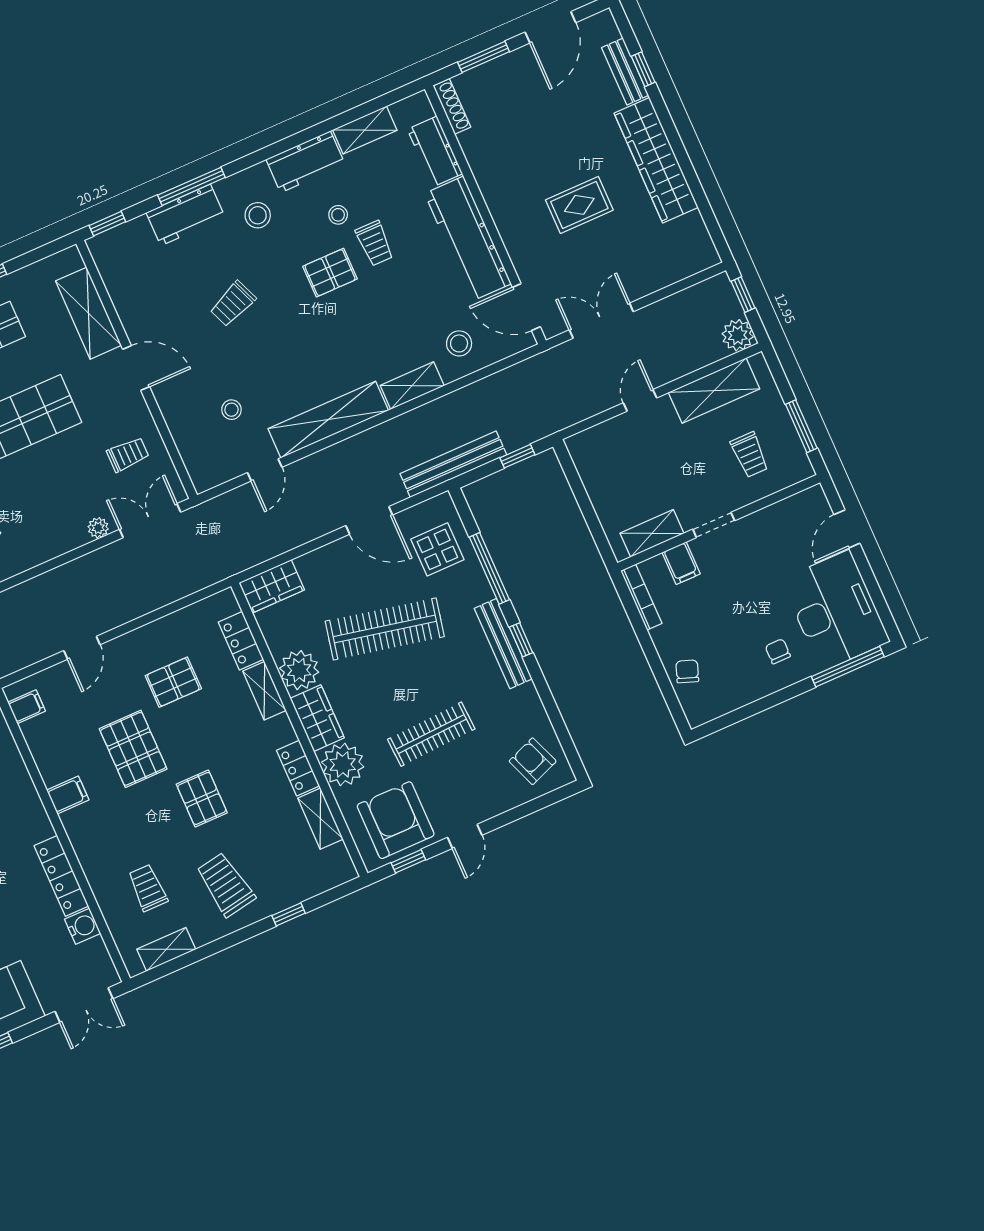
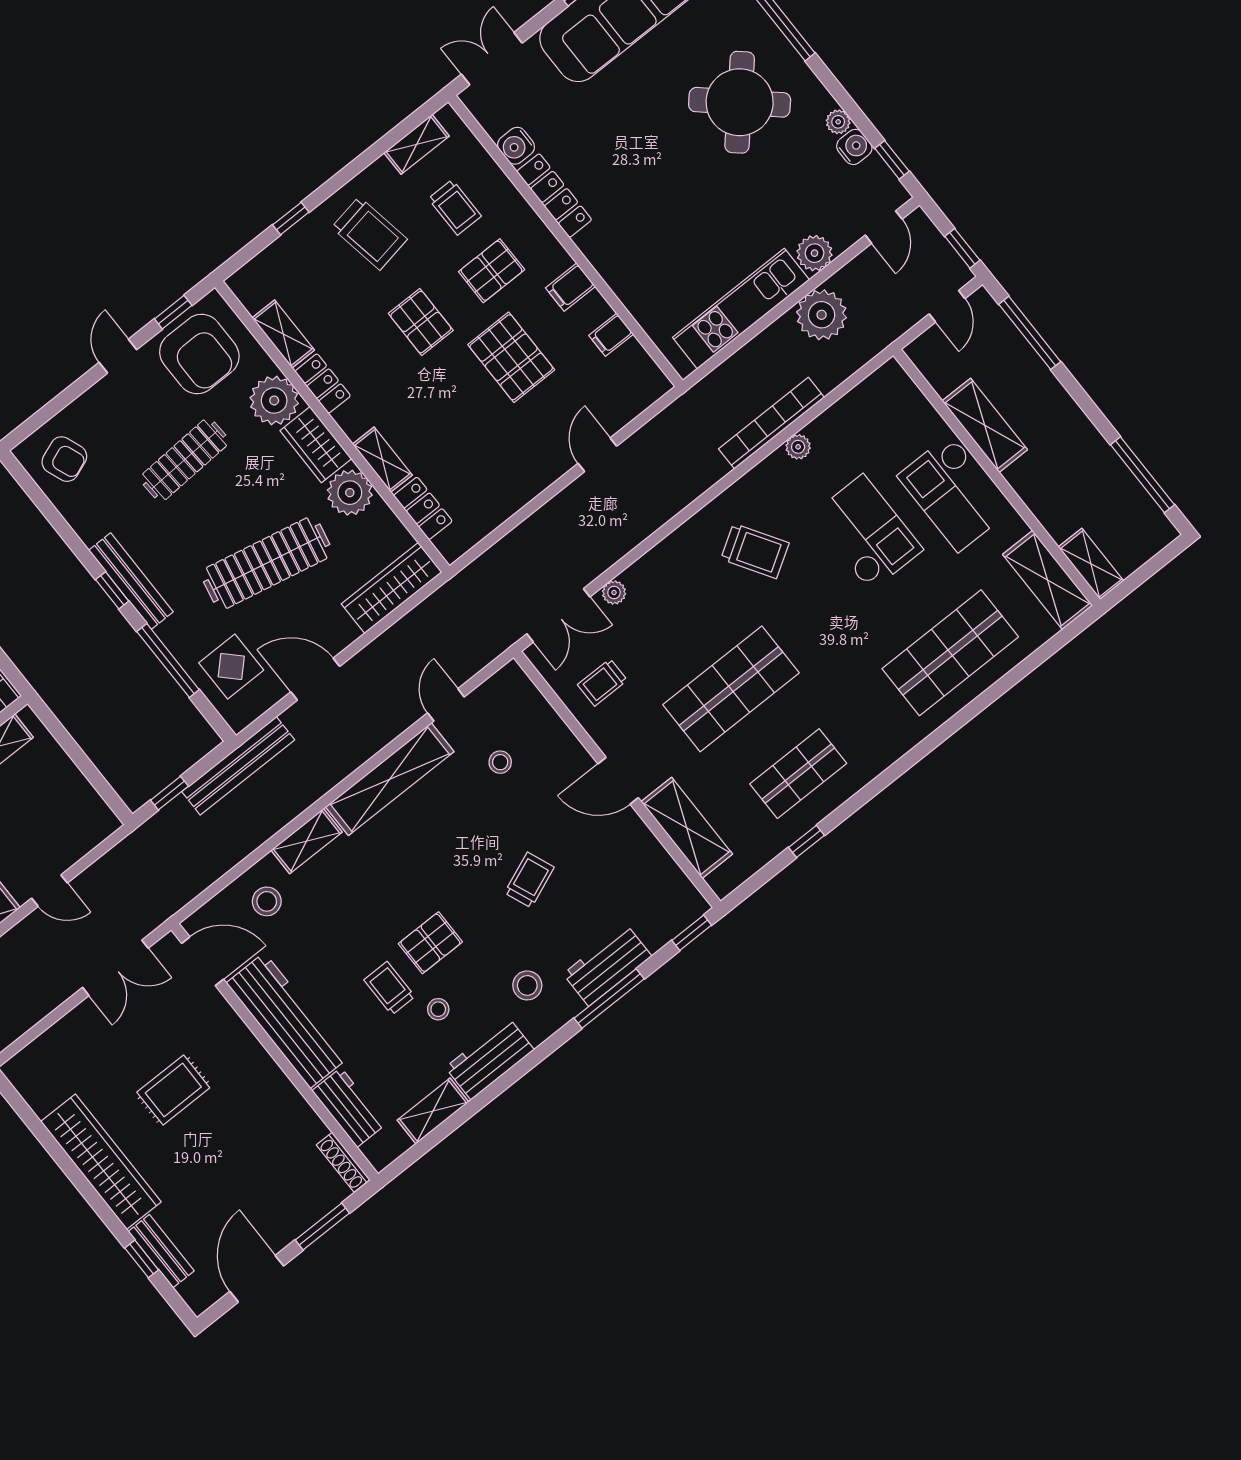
door: (640, 400) -> (49, 891), hinge flipped
wardrobe: (272, 586) -> (392, 588), width x1.50
pallet: (173, 682) -> (492, 271), moved
filing cabinet: (27, 707) -> (611, 335), moved

